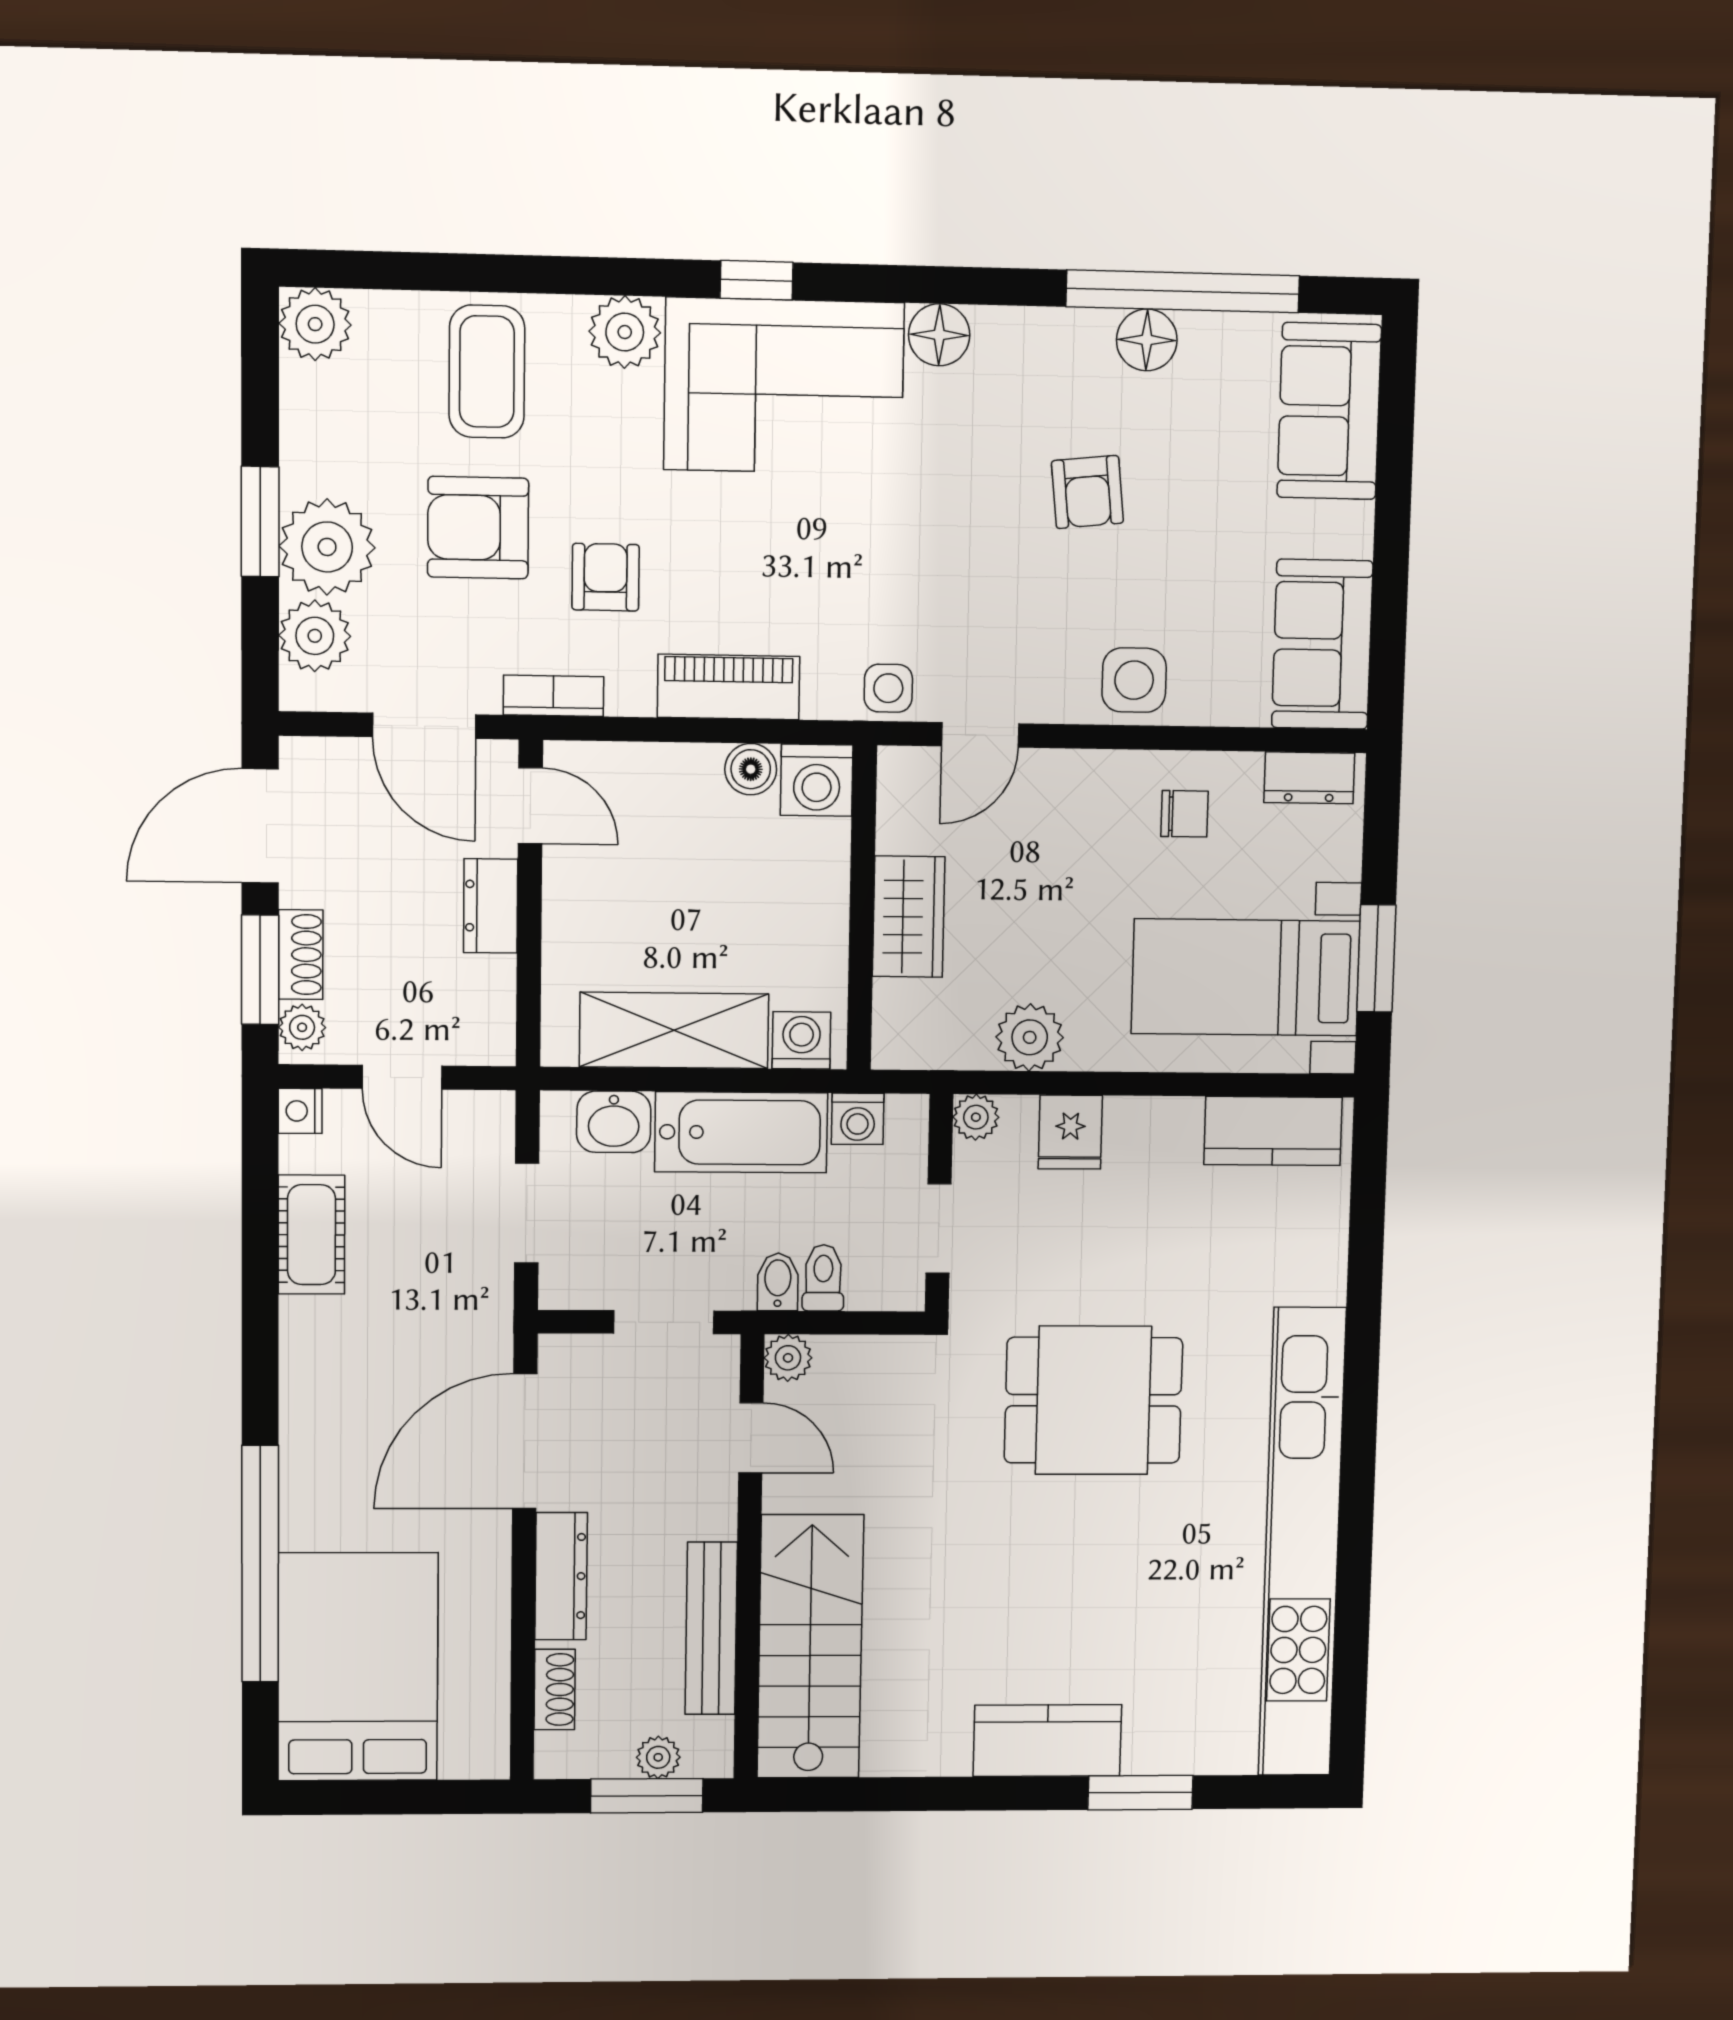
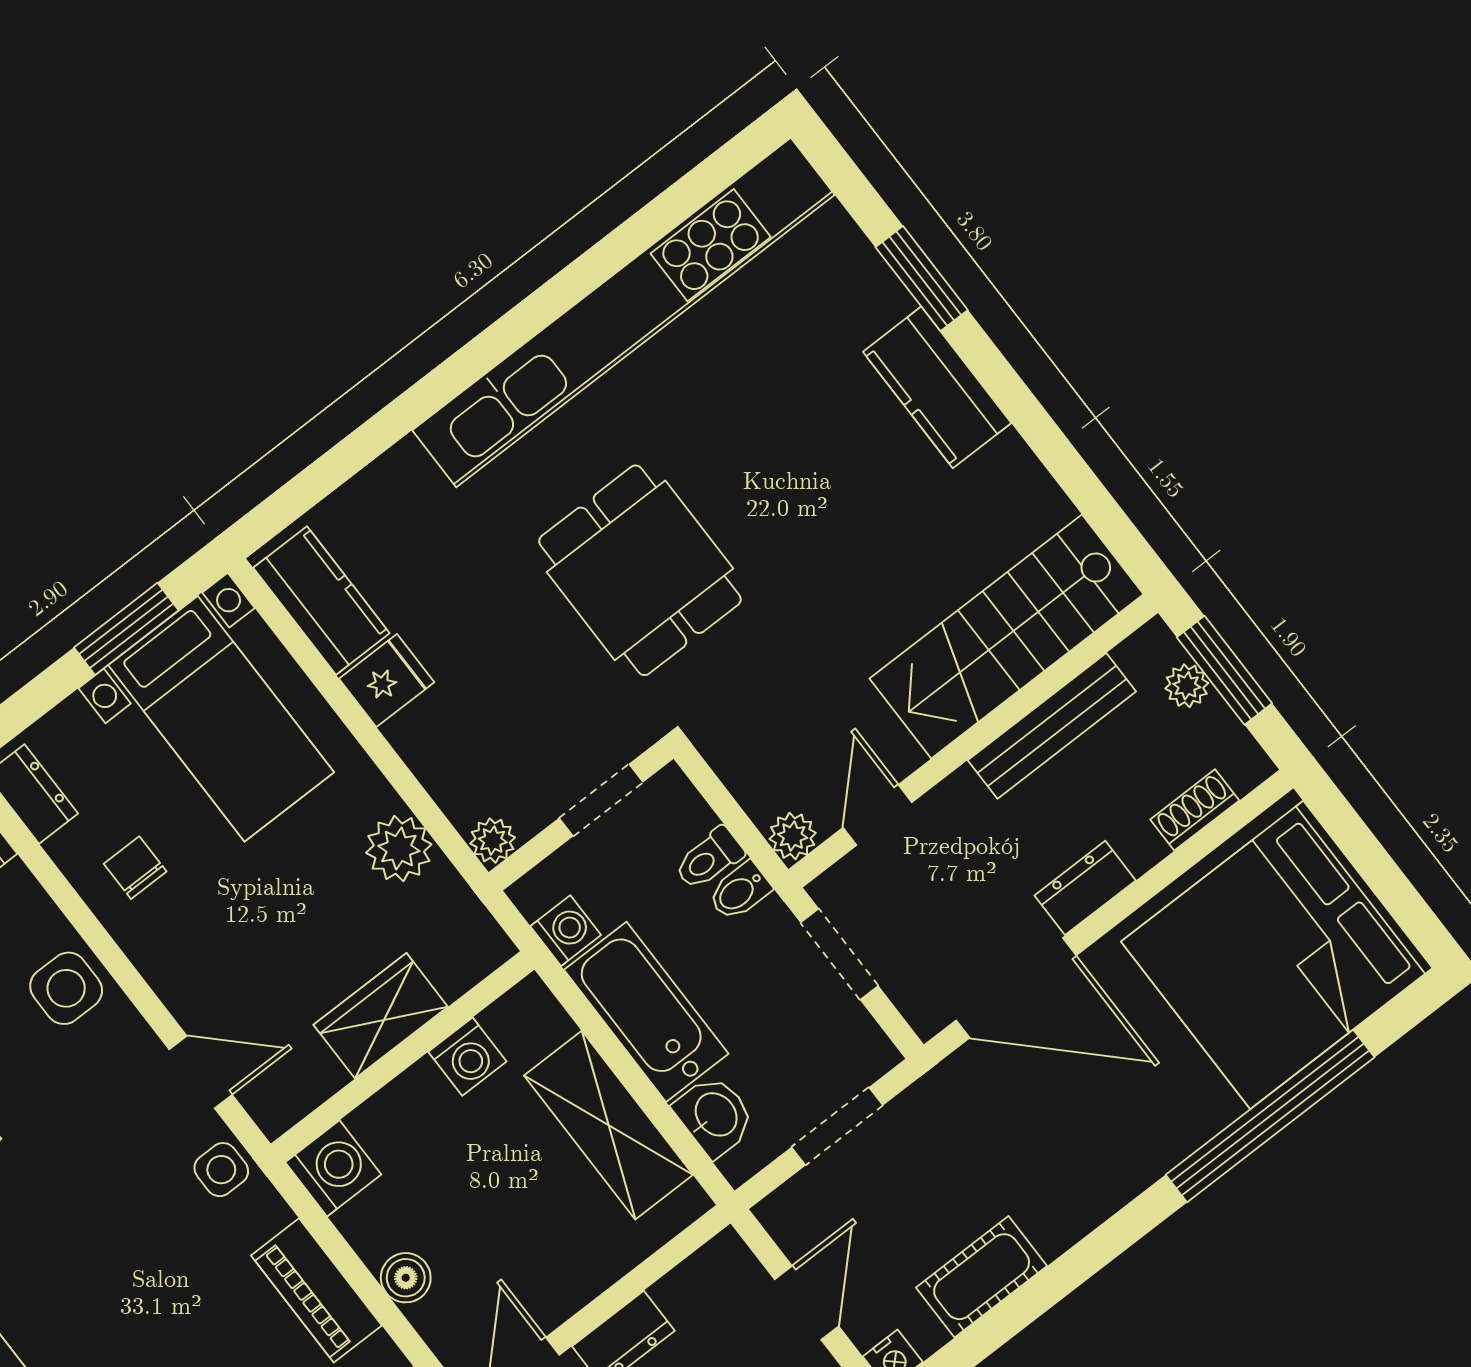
boiler: (751, 769) -> (406, 1278), moved
washing machine: (801, 1040) -> (467, 1057), moved, turned -90
fridge: (1070, 1132) -> (387, 680), moved
dresser: (561, 1576) -> (1085, 888), width x0.70
bed: (358, 1667) -> (1277, 955), width x1.36

